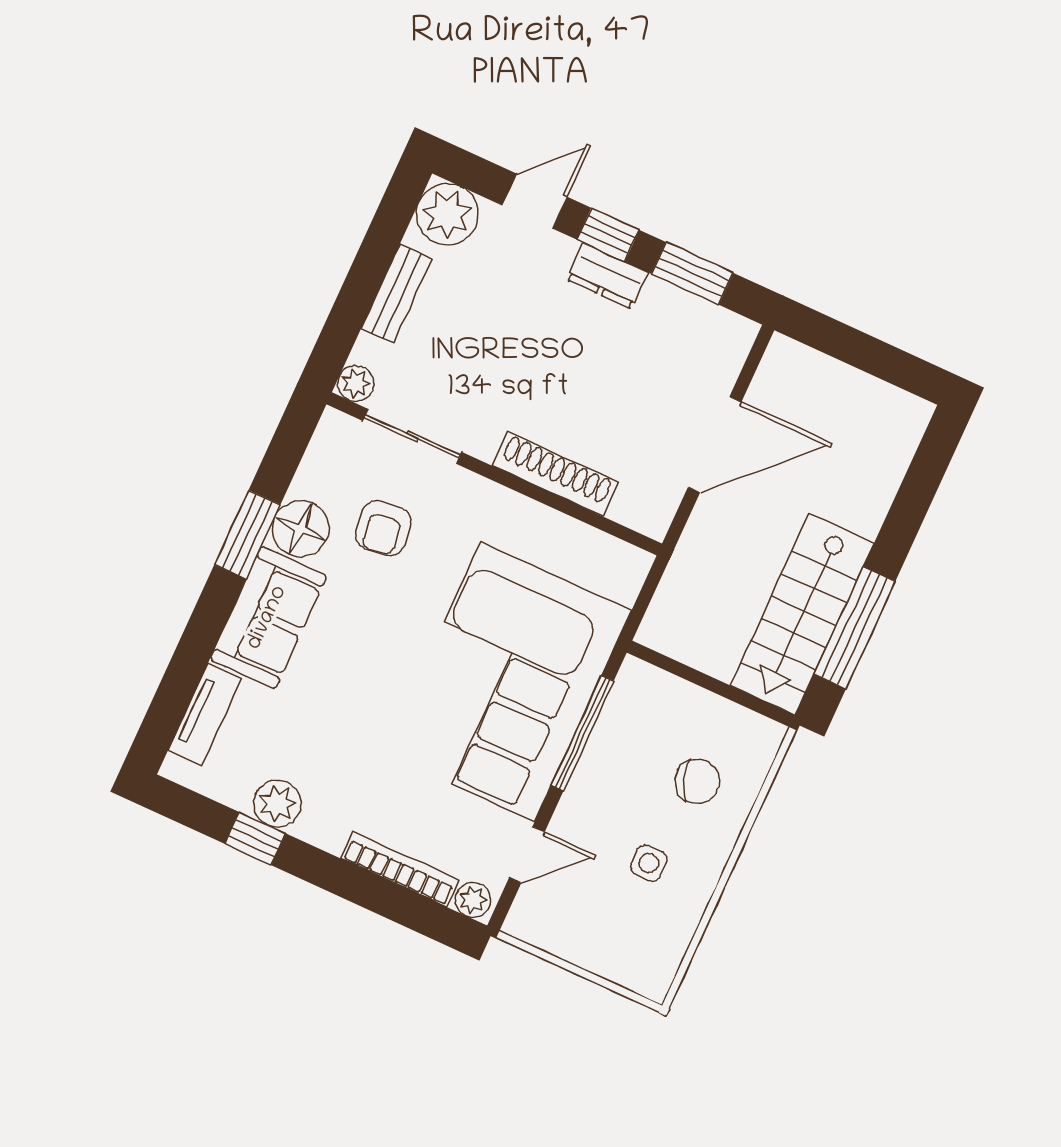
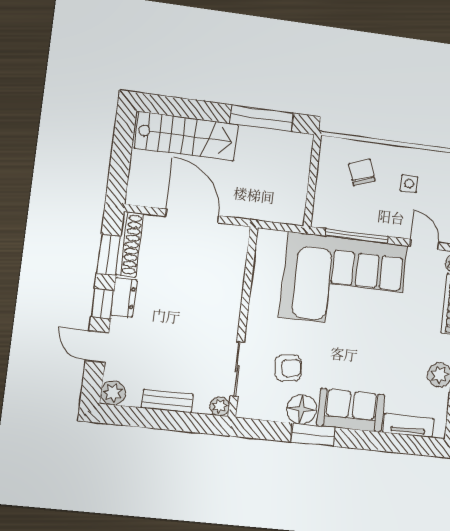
plant: (447, 214) -> (113, 393), width x0.73, depth x0.73
shoe rack: (555, 474) -> (130, 244), moved, turned 180
stairs: (802, 614) -> (186, 136), moved

